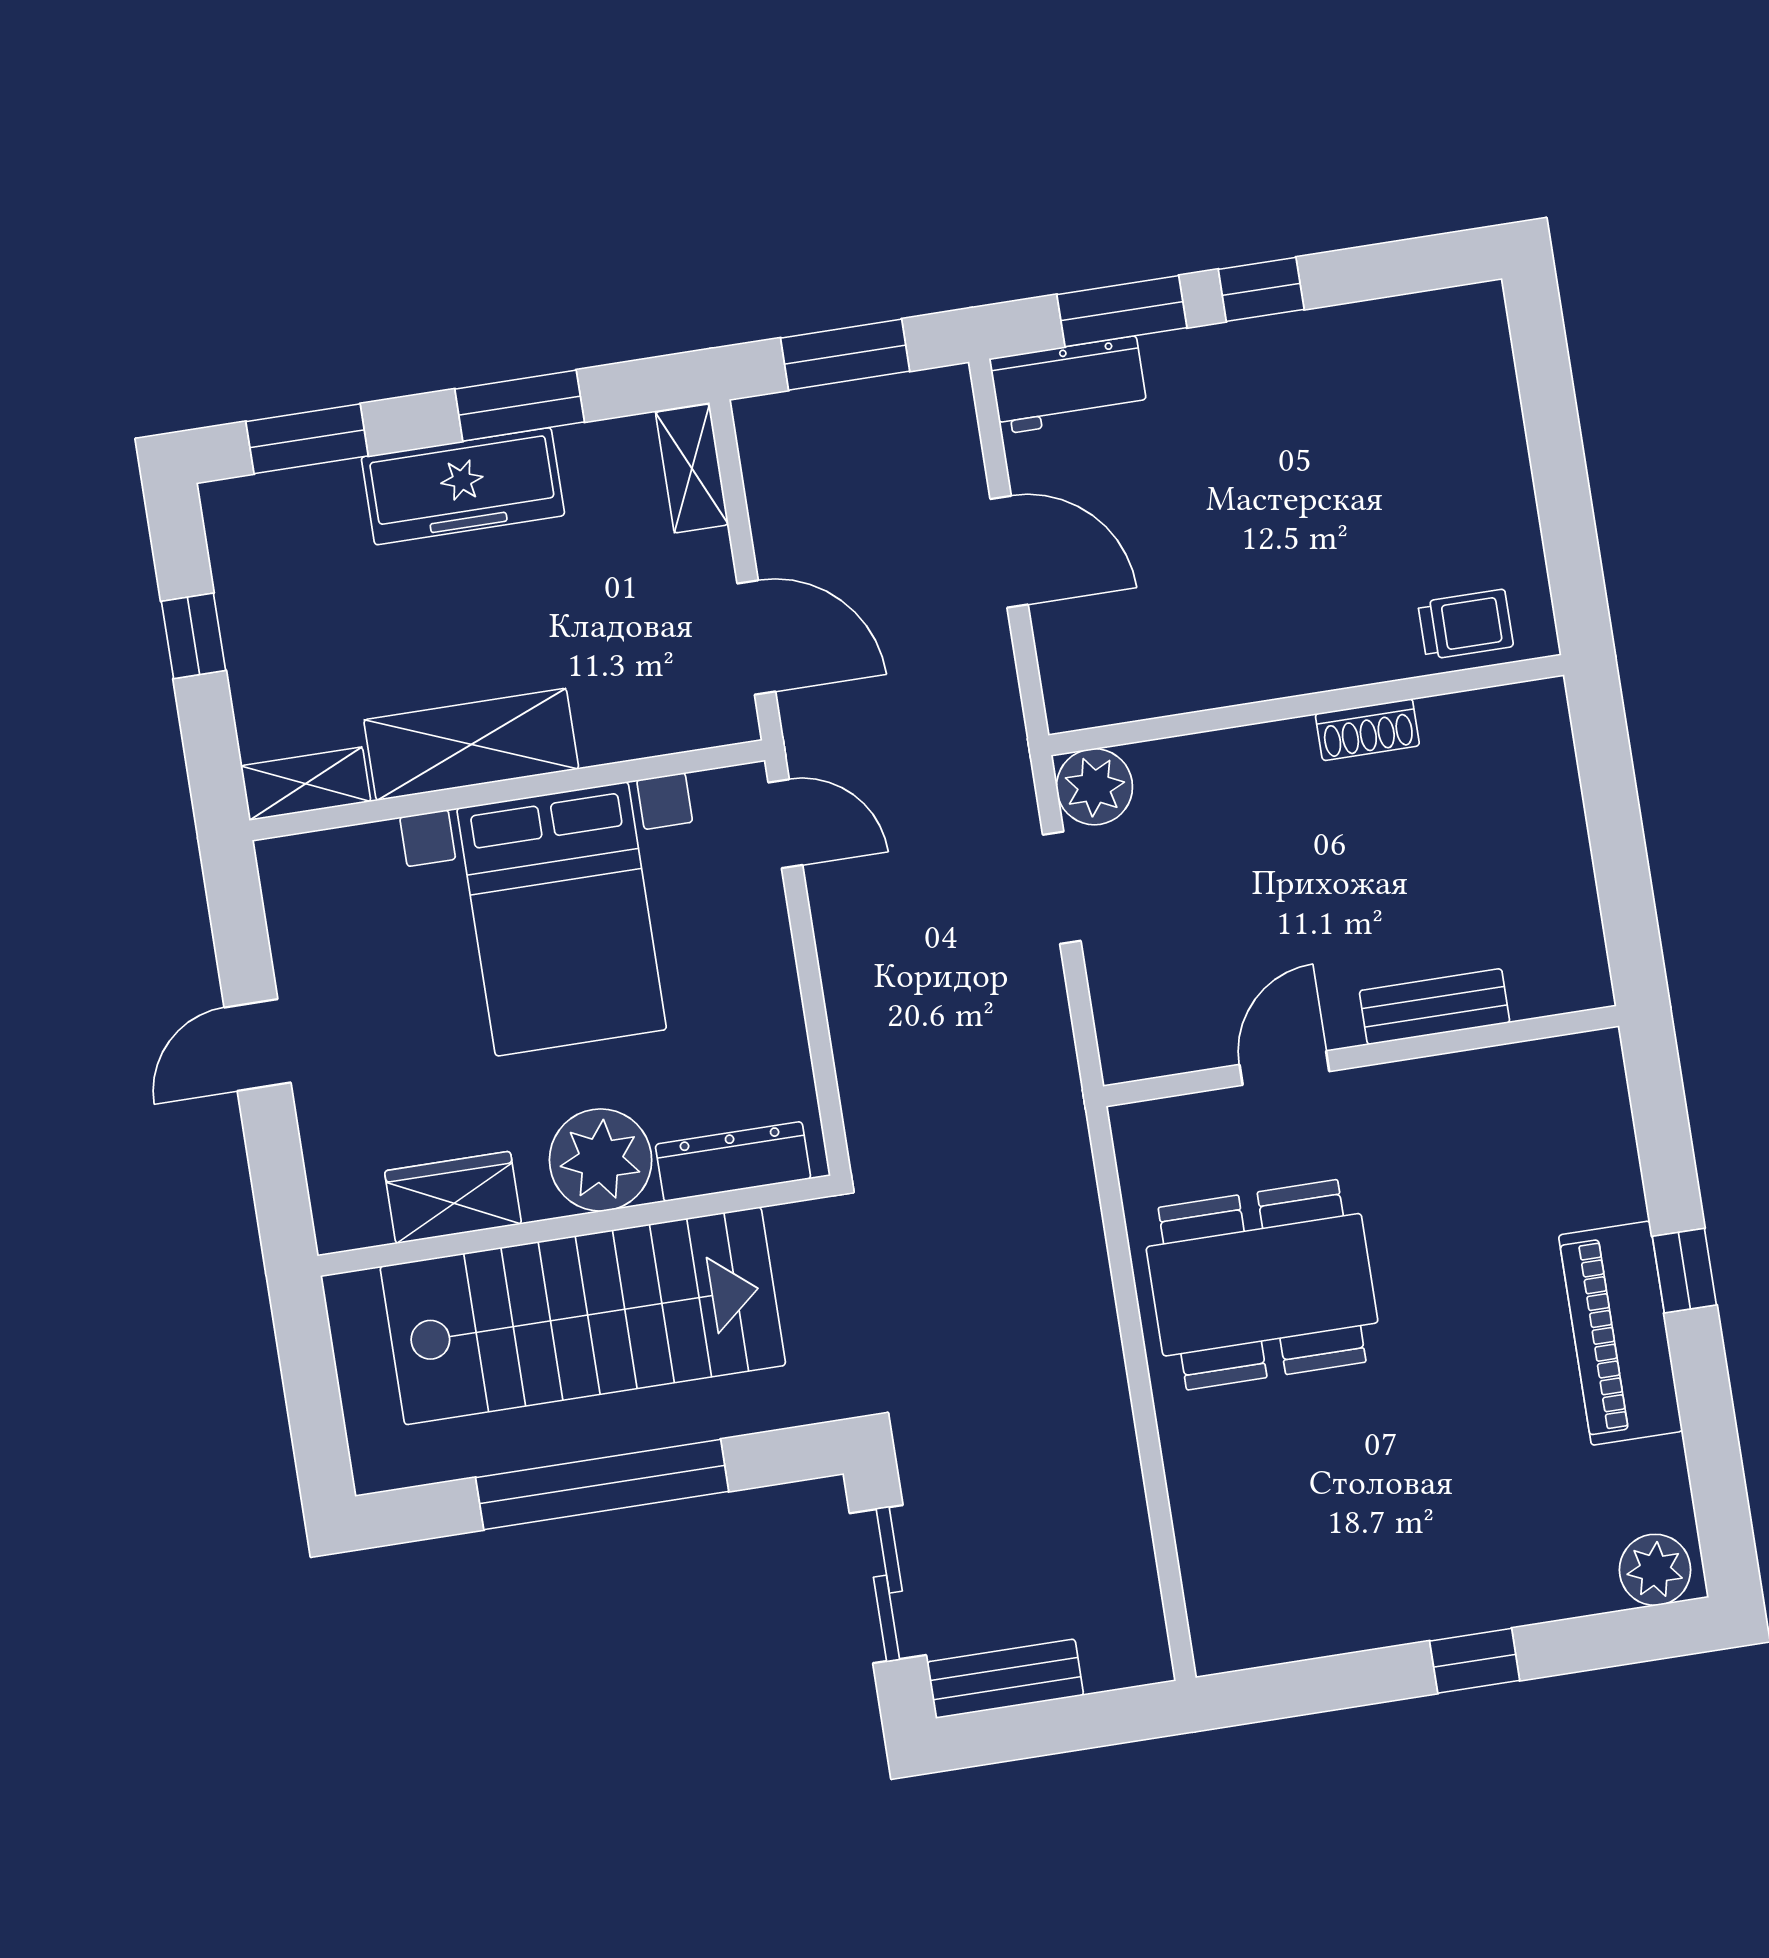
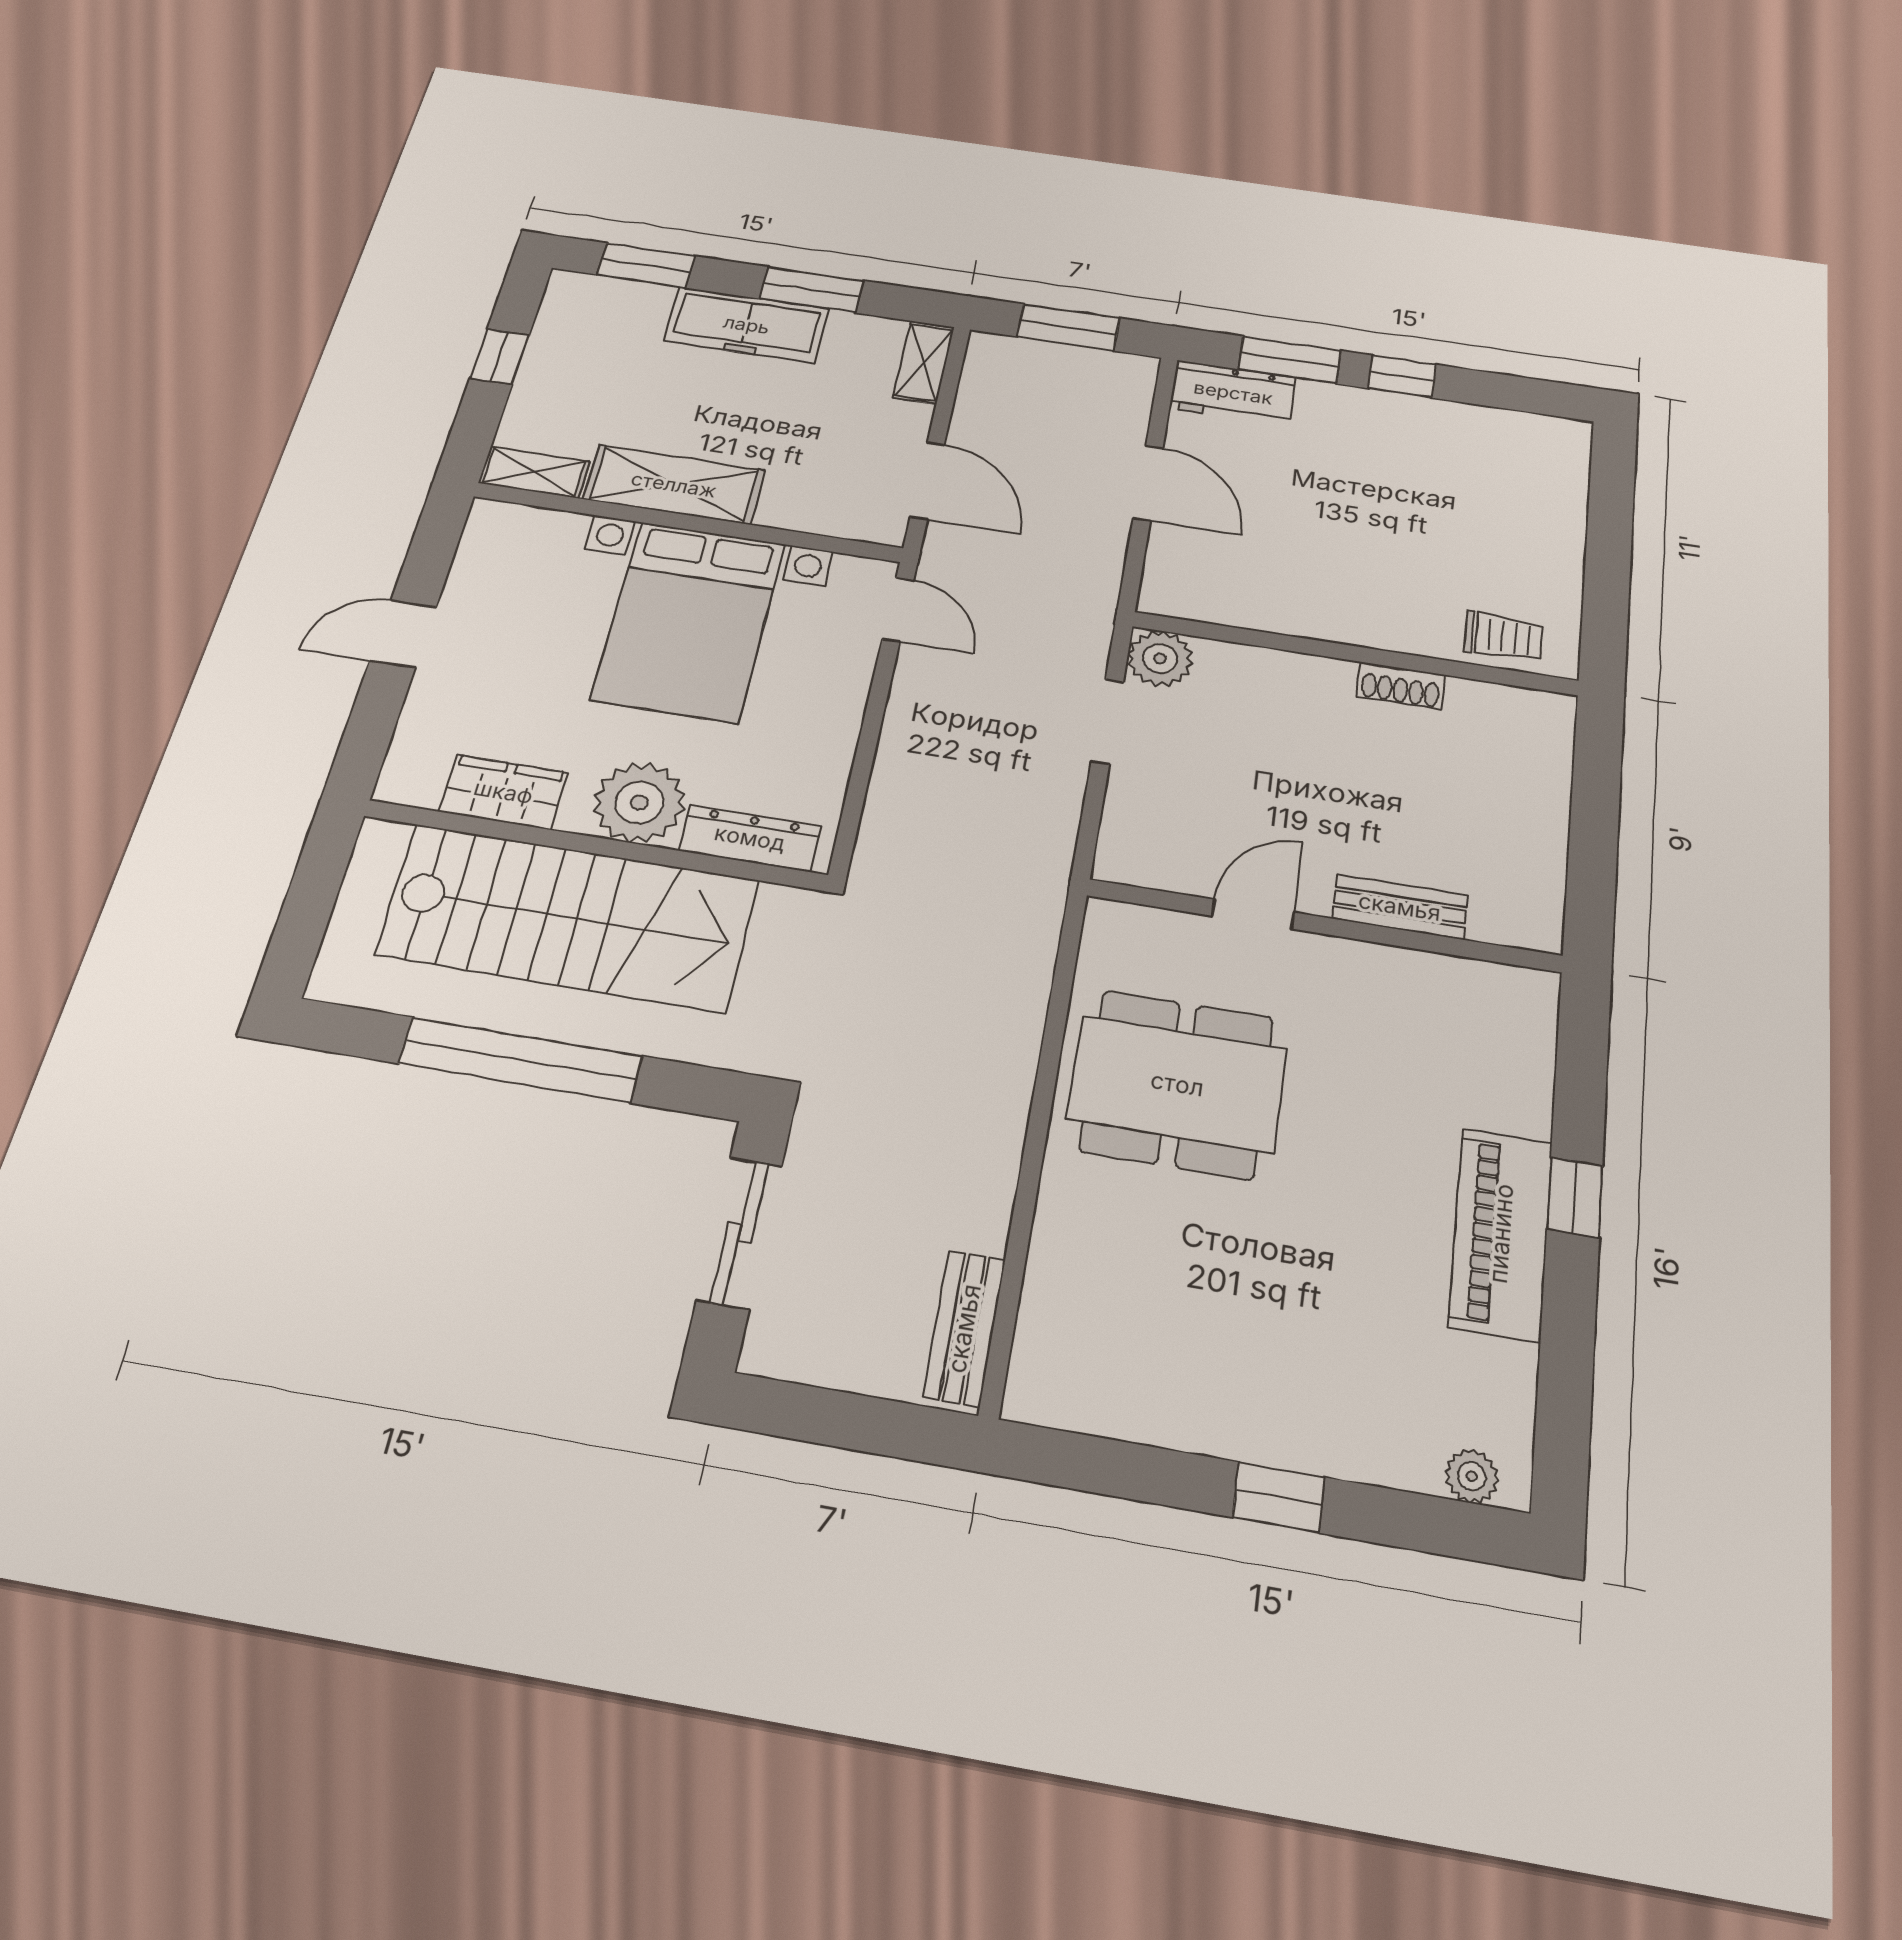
plant: (1655, 1570) -> (1472, 1476), width x0.73, depth x0.73
bench: (1005, 1679) -> (964, 1328), moved, turned 90

